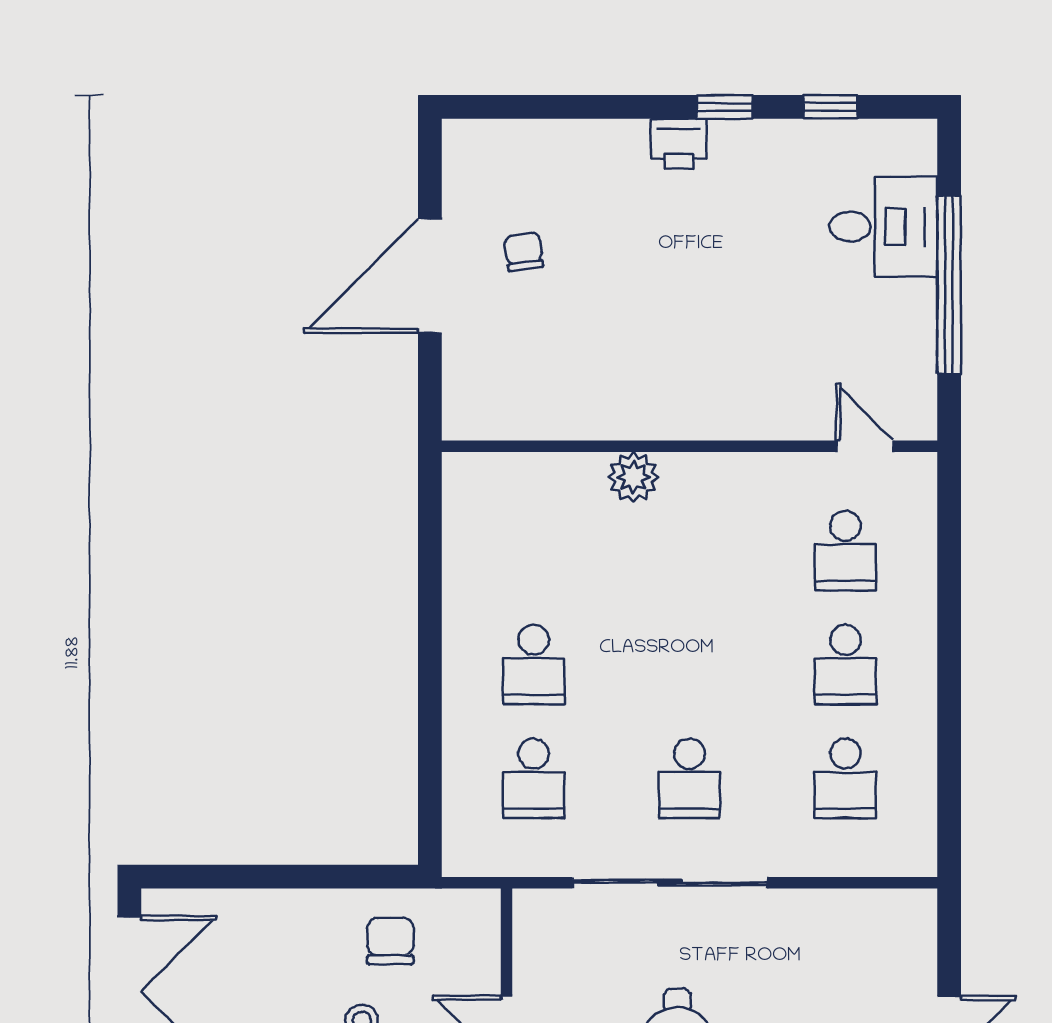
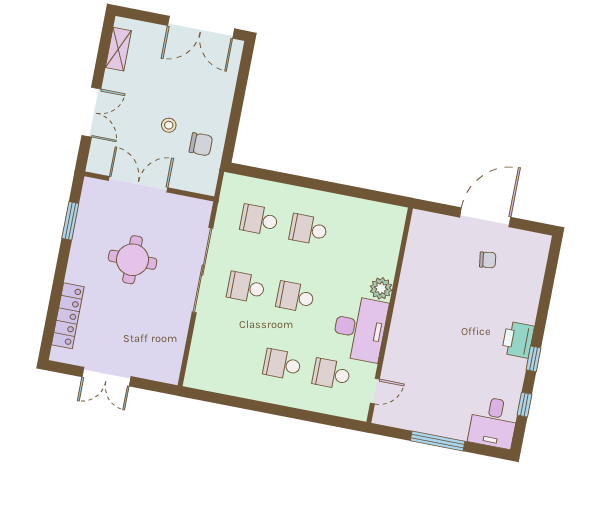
printer: (679, 144) -> (518, 340), width x1.36, depth x1.24
desk: (883, 227) -> (493, 422), moved
door: (430, 276) -> (485, 217), hinge flipped
window: (949, 285) -> (438, 441), width x0.68
desk: (732, 507) -> (360, 329), added
school desk: (845, 778) -> (295, 297), moved

